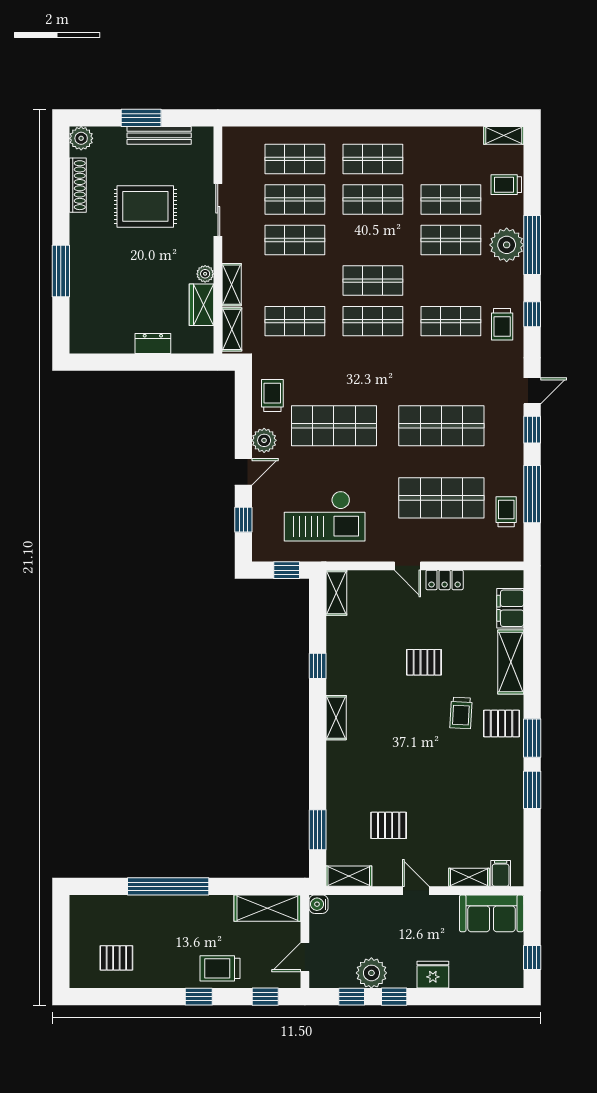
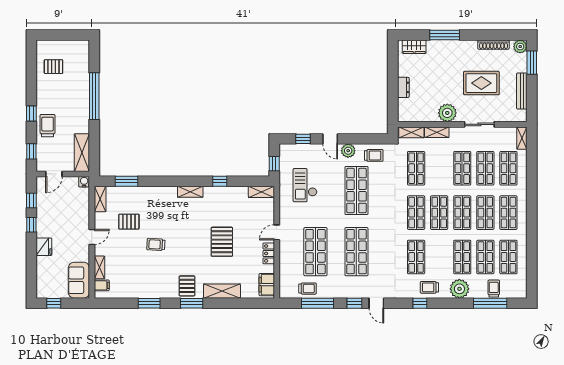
window: (141, 118) -> (532, 63), moved
shelving: (504, 135) -> (522, 138), moved
shop shelf: (451, 159) -> (508, 257), added
rug: (145, 206) -> (481, 83), turned 90
shop shelf: (373, 240) -> (462, 213), added
window: (532, 245) -> (490, 303), moved
plant: (205, 274) -> (447, 113), width x1.88, depth x1.88
wardrobe: (202, 305) -> (414, 47), moved, turned 180
trolley: (502, 324) -> (429, 287), moved
checkout: (325, 516) -> (305, 185), width x0.73, depth x0.83
filing cabinet: (510, 608) -> (267, 285), moved, turned -90
pallet: (424, 662) -> (222, 242), width x1.50, depth x1.42
trolley: (461, 713) -> (156, 244), moved
window: (532, 738) -> (192, 303), moved
pallet: (389, 825) -> (129, 222), turned 90
door: (305, 957) -> (54, 174), swing flipped
pallet: (116, 958) -> (53, 67), turned 90
plant: (371, 973) -> (45, 212), removed

